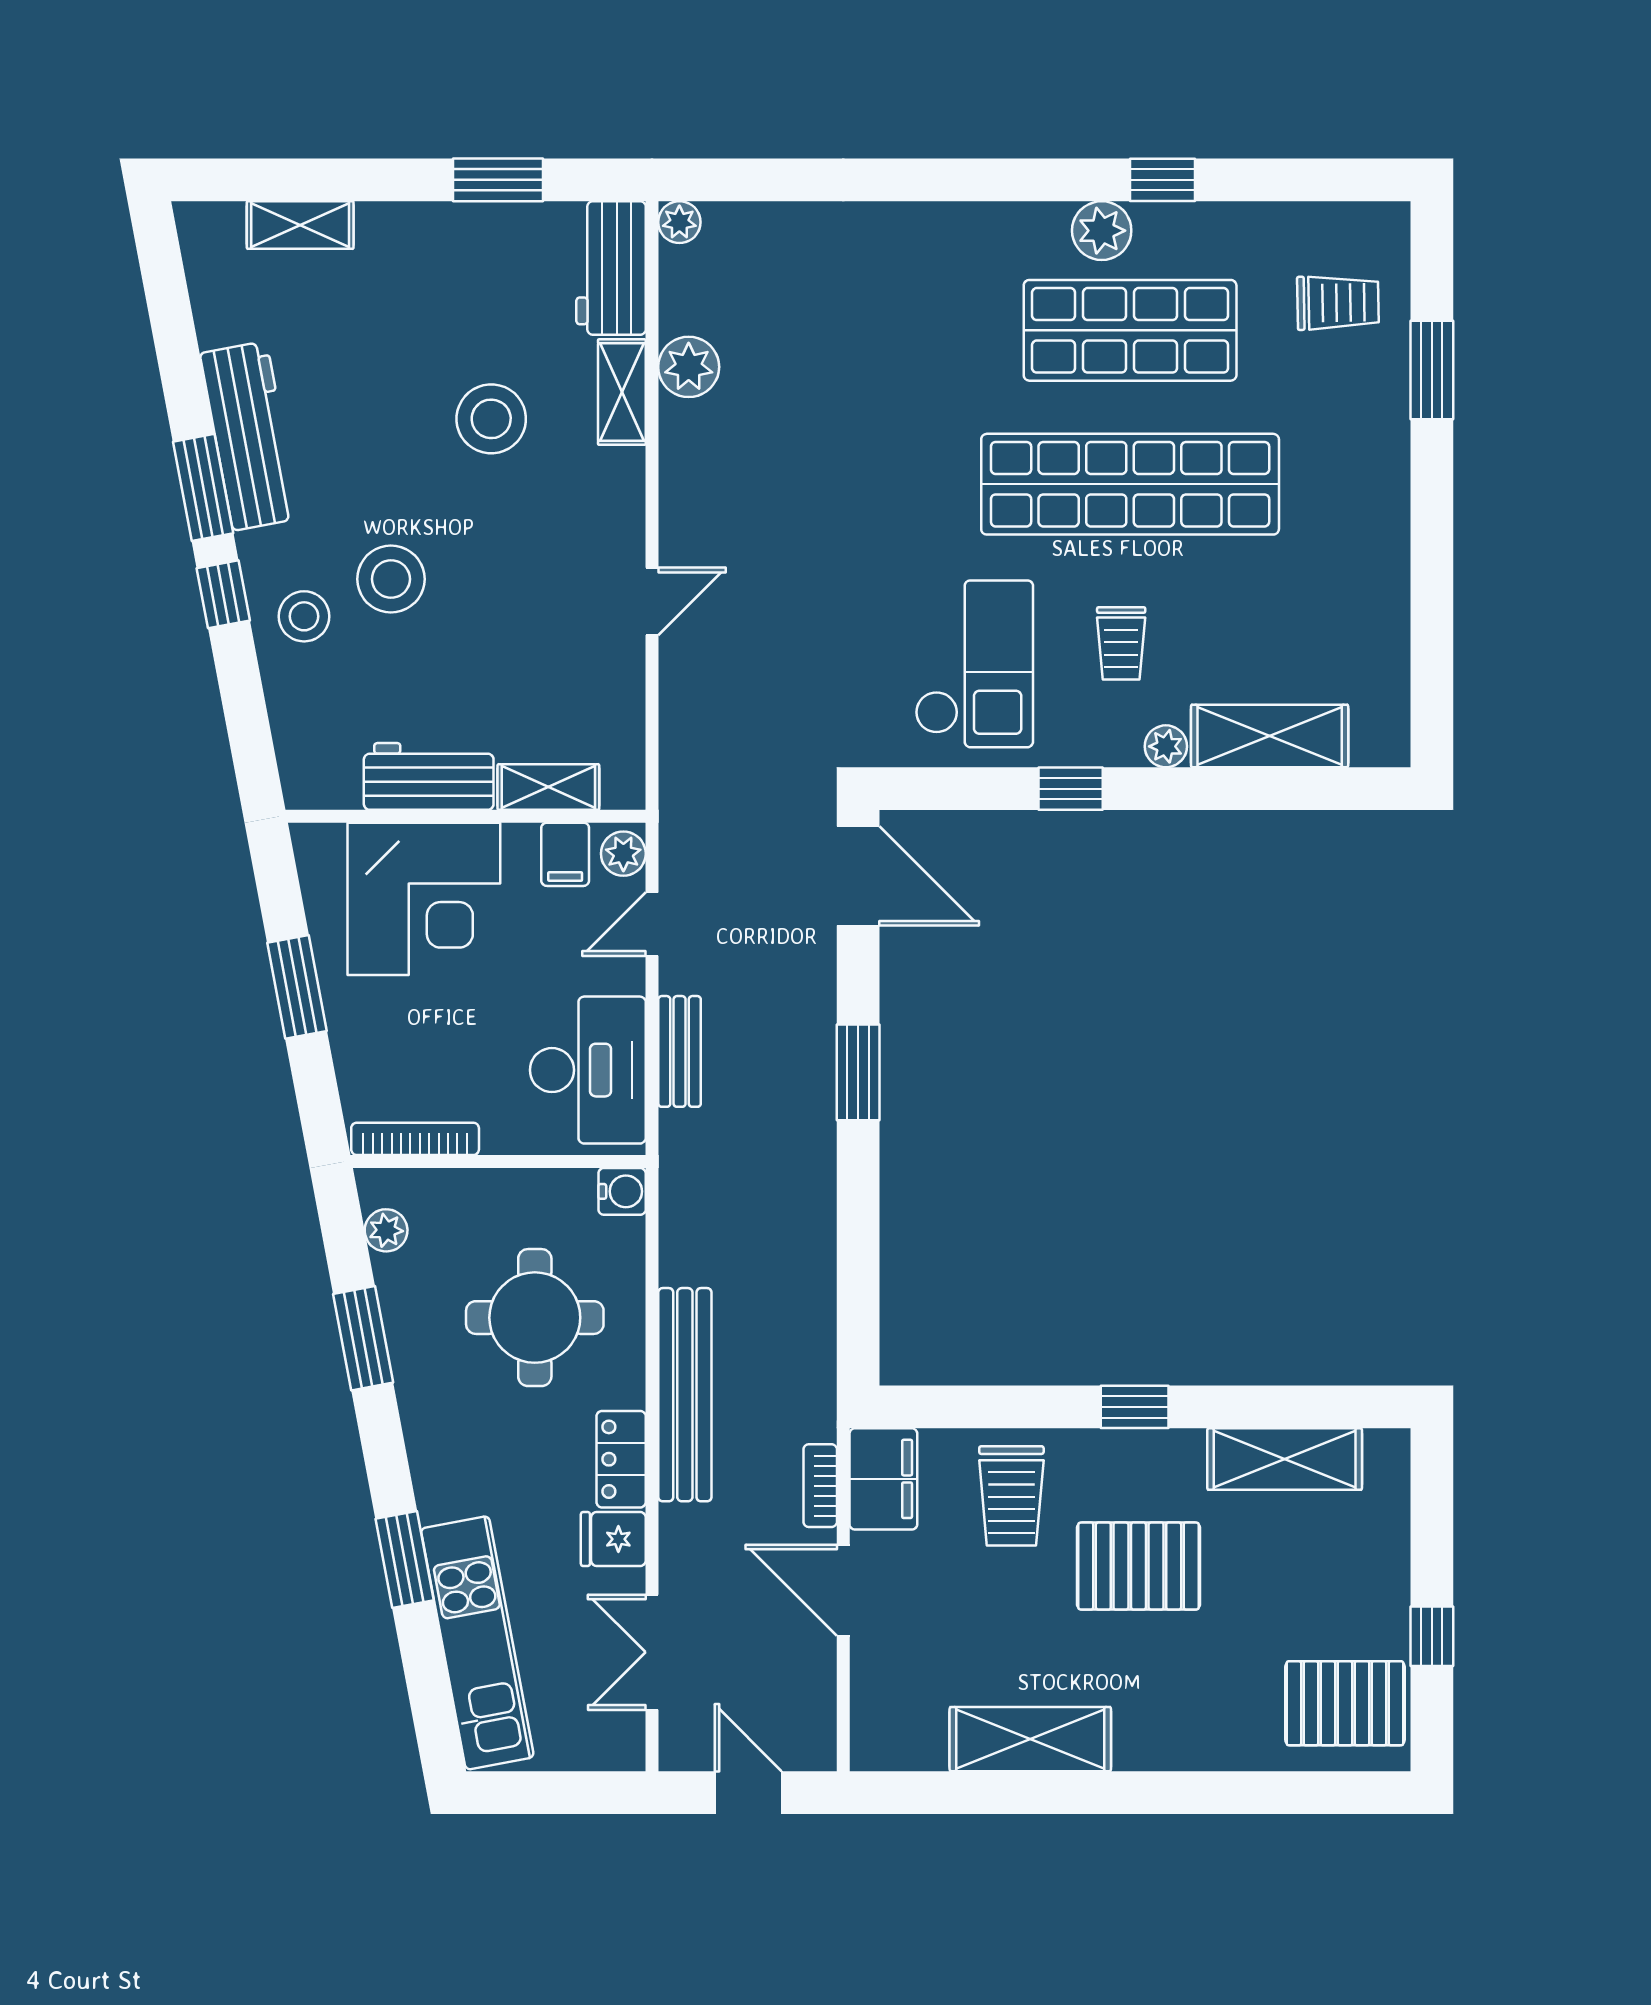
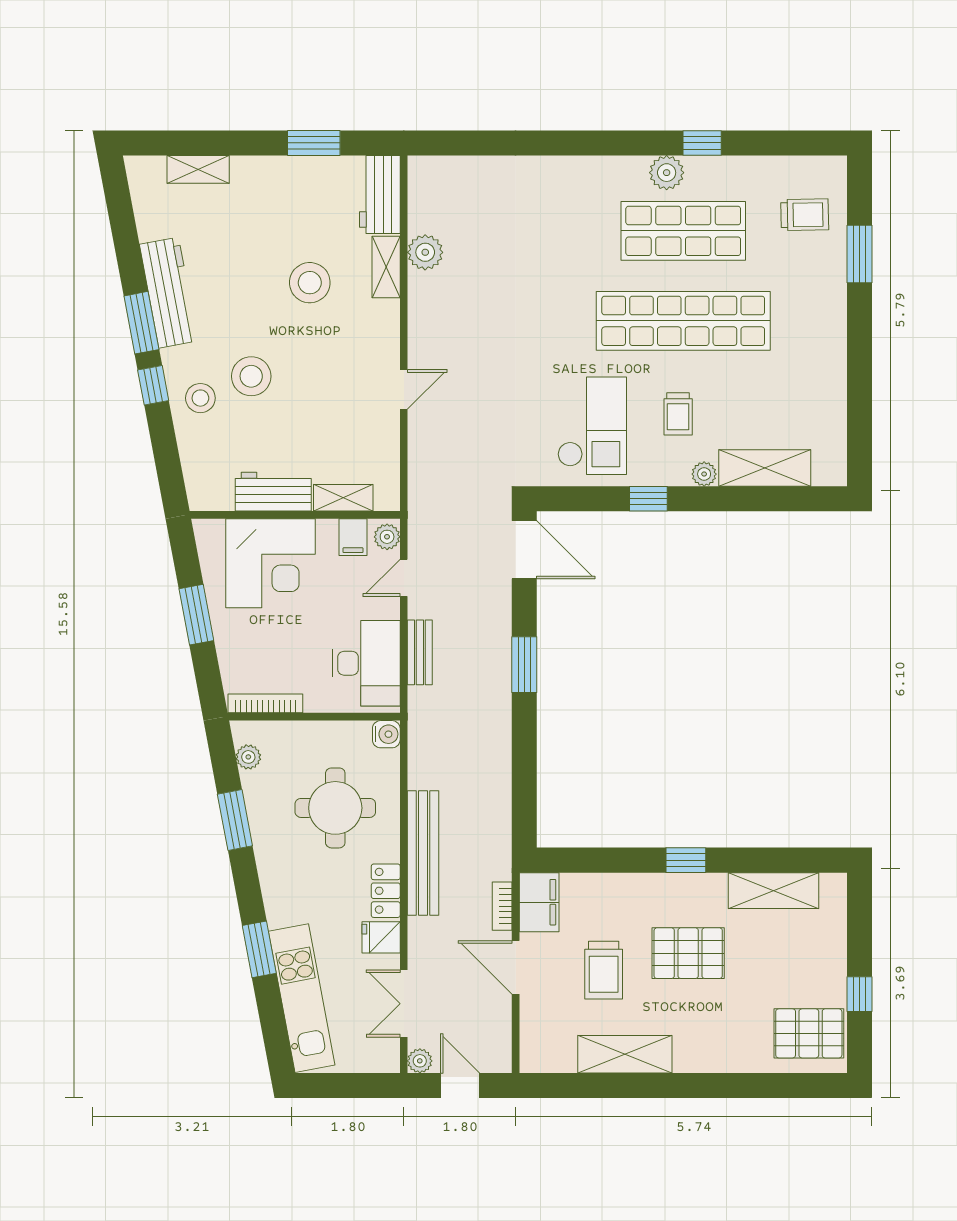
plant: (679, 222) -> (420, 1061), moved
trolley: (1011, 1496) -> (604, 970), moved

